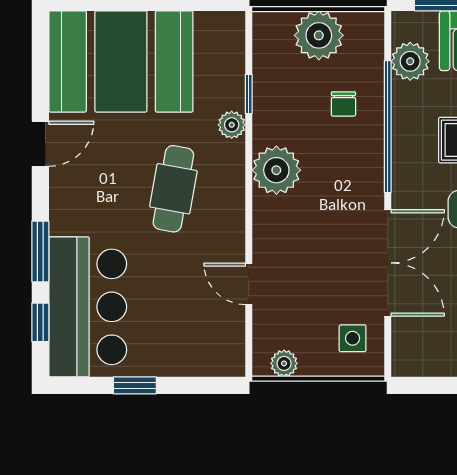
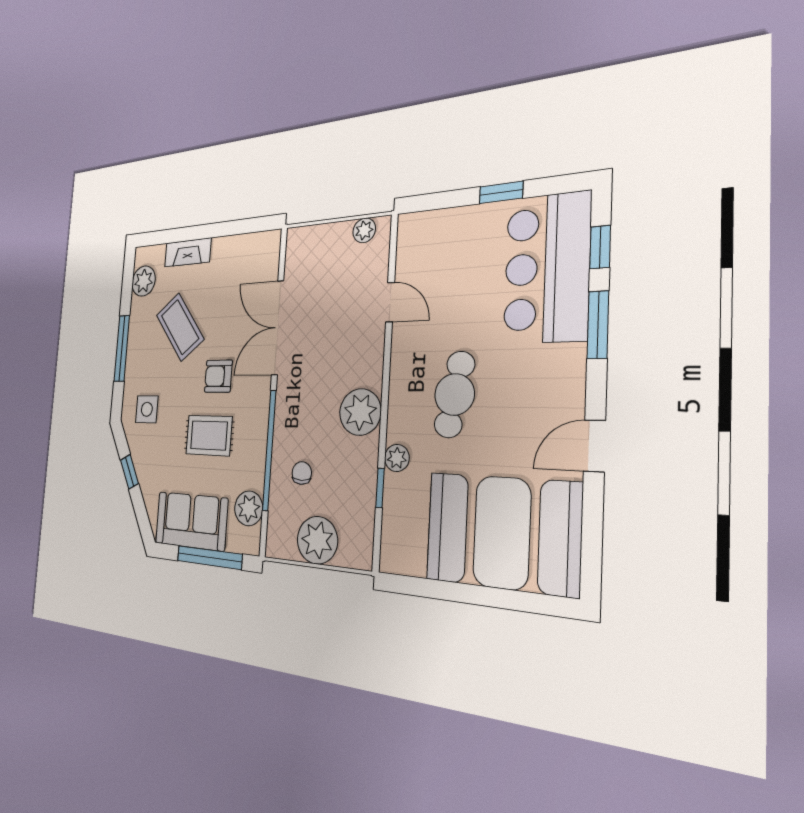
side table: (353, 338) -> (308, 259), removed

